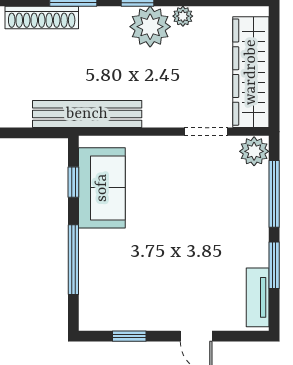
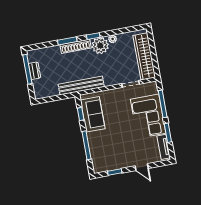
shoe rack: (42, 17) -> (76, 46), moved
plant: (254, 151) -> (151, 88), removed
corner sofa: (234, 217) -> (148, 116), added

